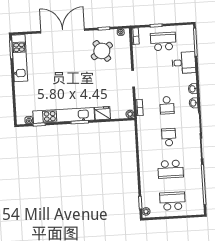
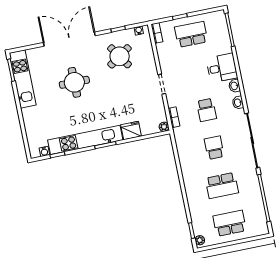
desk: (184, 63) -> (222, 68), moved
round table: (62, 67) -> (74, 82), added

